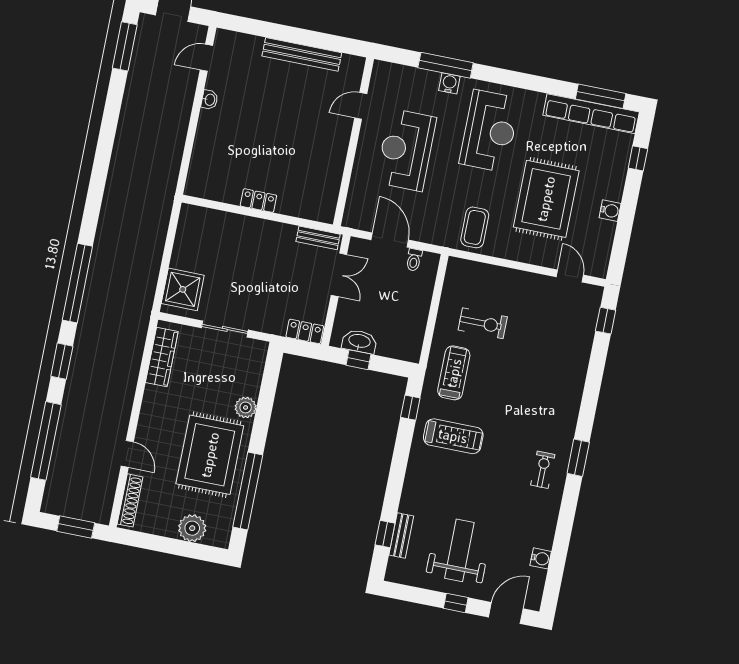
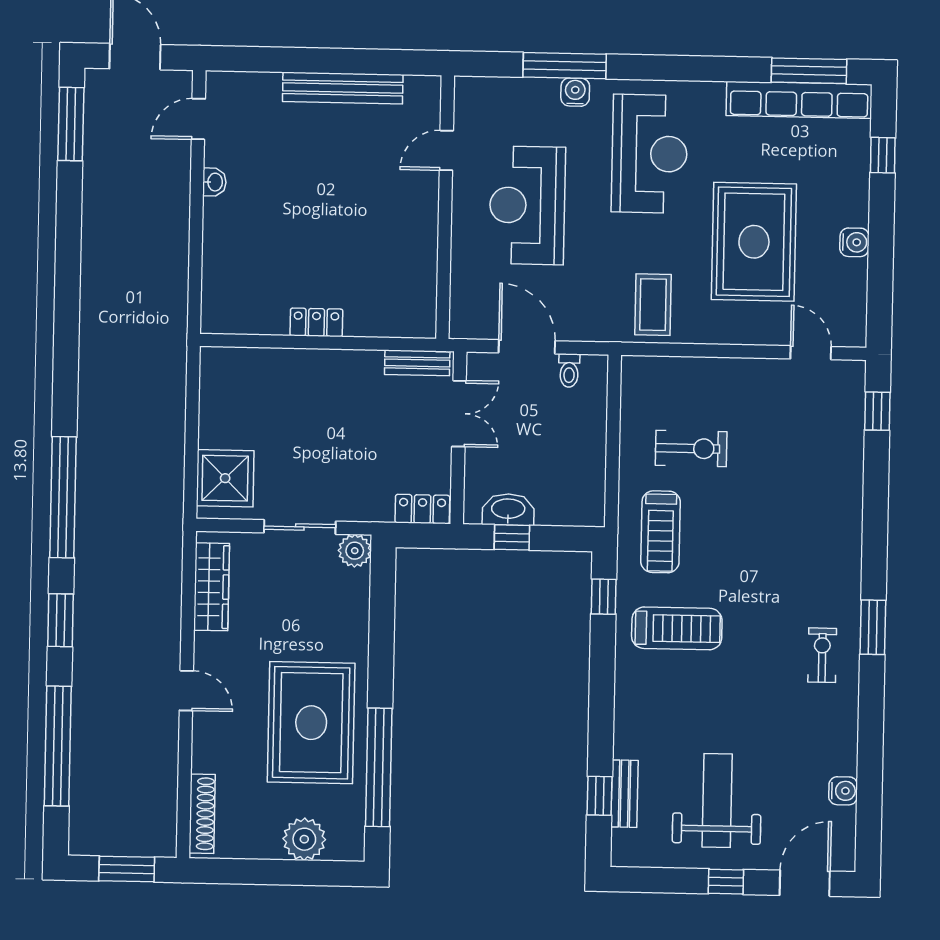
treadmill: (454, 373) -> (661, 532), turned 180
plant: (246, 407) -> (355, 551), moved
door: (127, 454) -> (186, 691), moved

